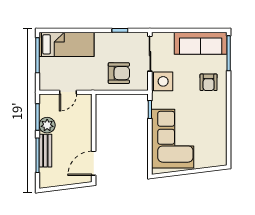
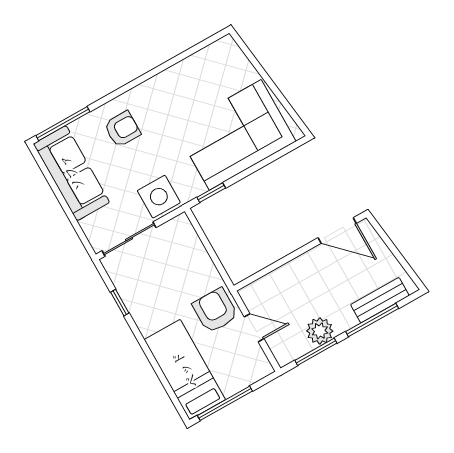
armchair: (119, 73) -> (215, 310), moved
bench: (45, 151) -> (380, 300), moved

